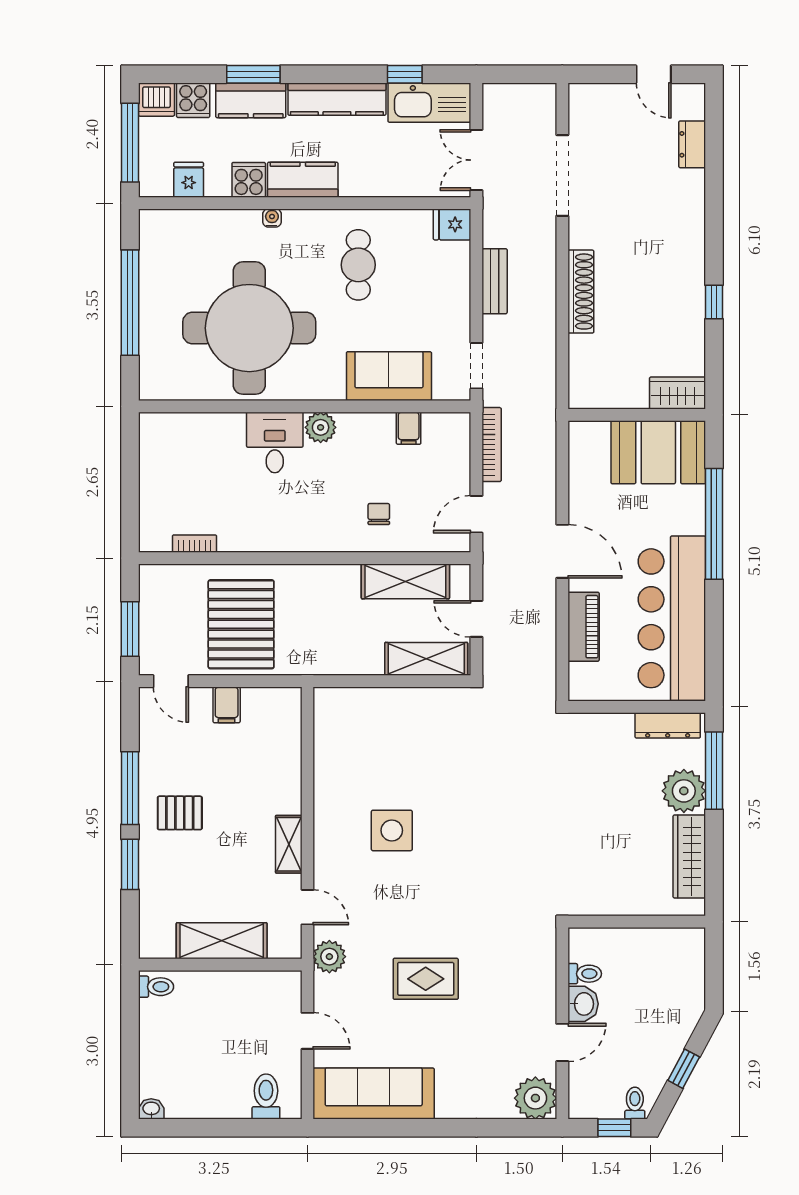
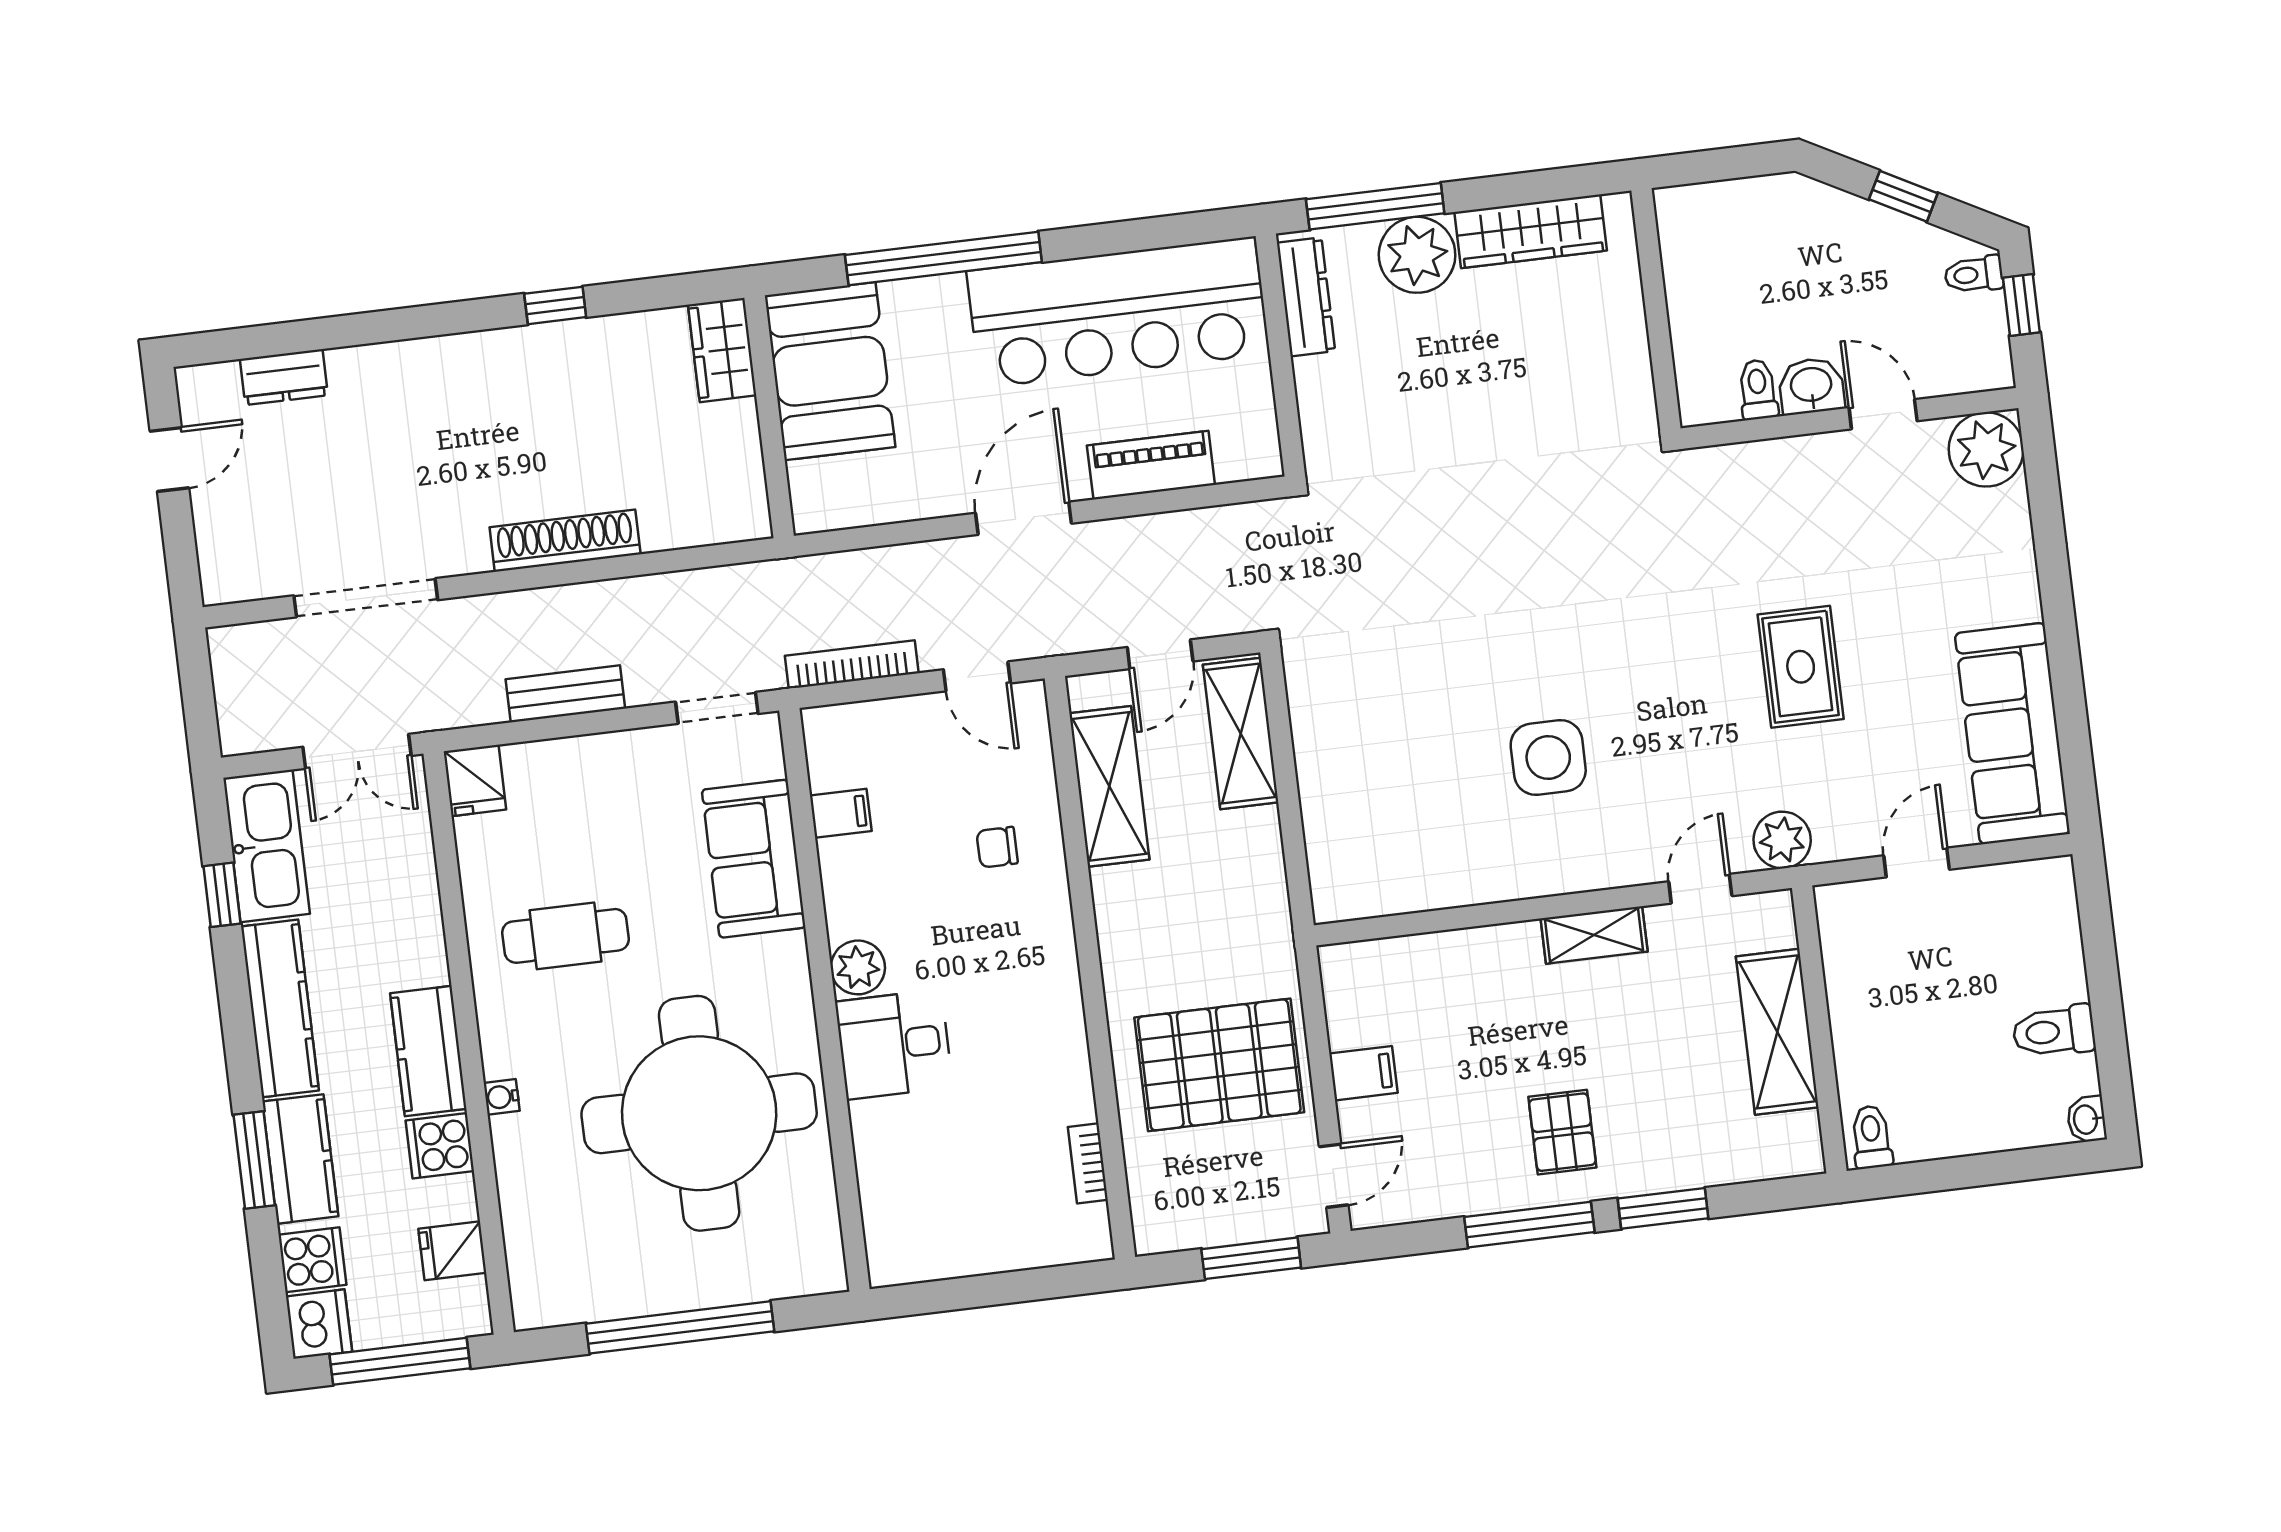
toilet: (266, 1097) -> (2054, 1031), moved

